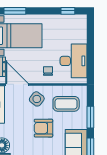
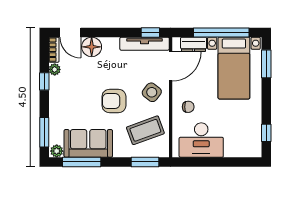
coffee table: (66, 104) -> (145, 130), turned 70
window: (90, 117) -> (145, 162), moved
armchair: (43, 128) -> (114, 101), turned -90

